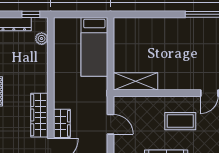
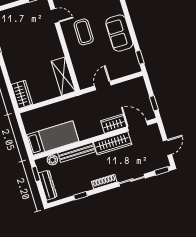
wardrobe: (129, 26) -> (22, 94), added
bed: (94, 47) -> (53, 138), moved
bench: (42, 70) -> (77, 152), added

